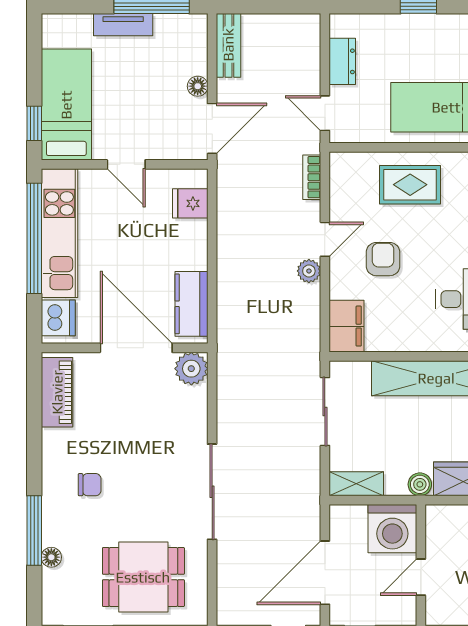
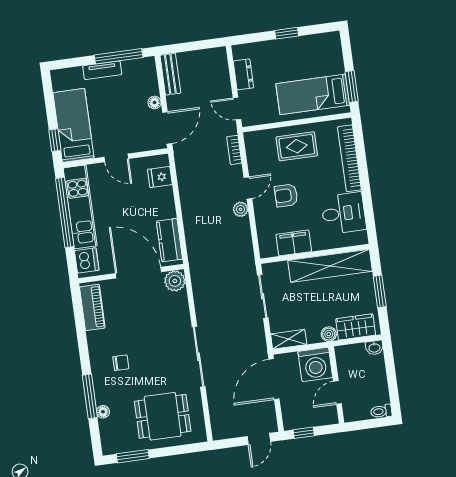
armchair: (383, 259) -> (286, 195), turned -90
filing cabinet: (347, 326) -> (294, 243), moved, turned -90
door: (325, 573) -> (274, 379), moved

